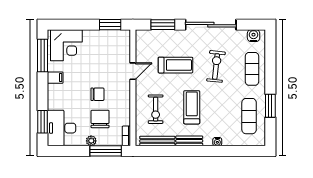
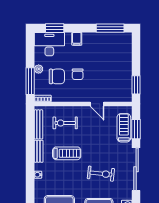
corner desk: (66, 45) -> (119, 48), removed
treadmill: (175, 65) -> (124, 128), moved, turned 180
filing cabinet: (55, 78) -> (77, 39), moved

